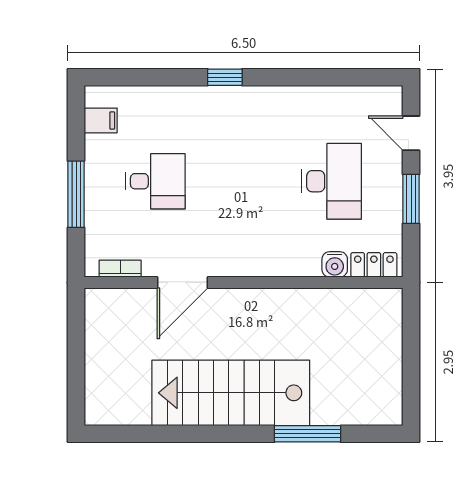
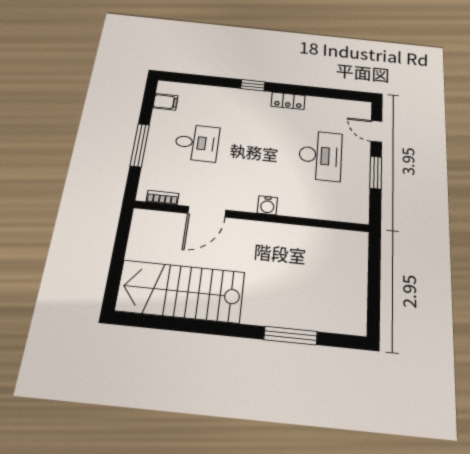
water cooler: (335, 264) -> (267, 205), moved
locker: (374, 265) -> (288, 101), moved, turned 180
stairs: (231, 393) -> (180, 291), moved

